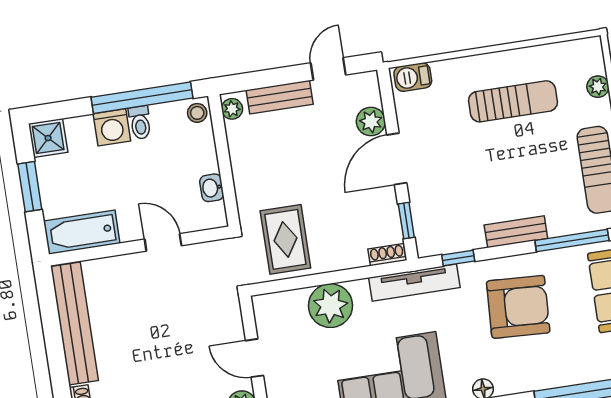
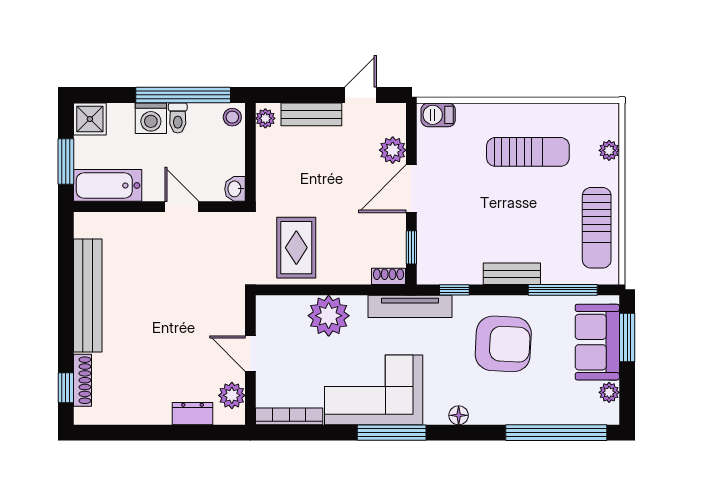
bathtub: (82, 232) -> (108, 185), moved
door: (163, 242) -> (182, 207), moved
wall: (139, 246) -> (159, 207), moved

